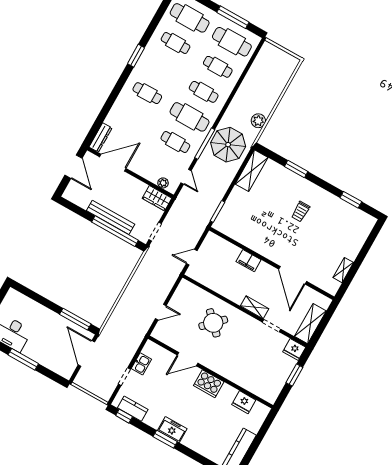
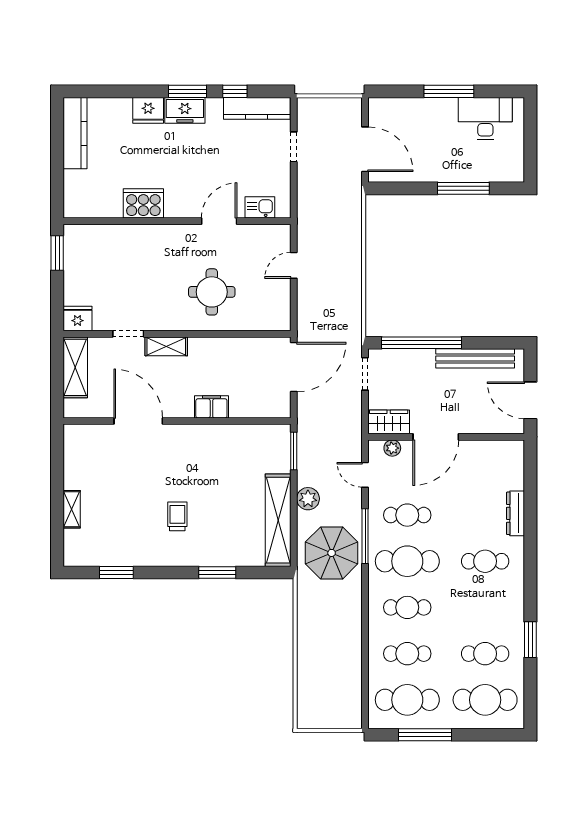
window: (136, 56) -> (530, 640), moved
plant: (258, 121) -> (308, 499), moved
dresser: (100, 137) -> (516, 513), moved
door: (113, 163) -> (436, 437), moved
shelving: (252, 171) -> (278, 520), width x1.47
bench: (111, 217) -> (475, 358), moved
door: (192, 257) -> (294, 367), width x1.88
shelving: (343, 270) -> (72, 509), moved
window: (75, 319) -> (463, 188), moved
round table: (213, 323) -> (212, 292), turned 45
kitchen sink: (141, 364) -> (260, 207), moved, turned 90
window: (294, 375) -> (57, 253), moved
cooker: (209, 384) -> (143, 203), moved
fridge: (244, 402) -> (148, 110), moved, turned 180
kitchen counter: (133, 409) -> (257, 108), width x1.50
window: (124, 416) -> (235, 91), moved

